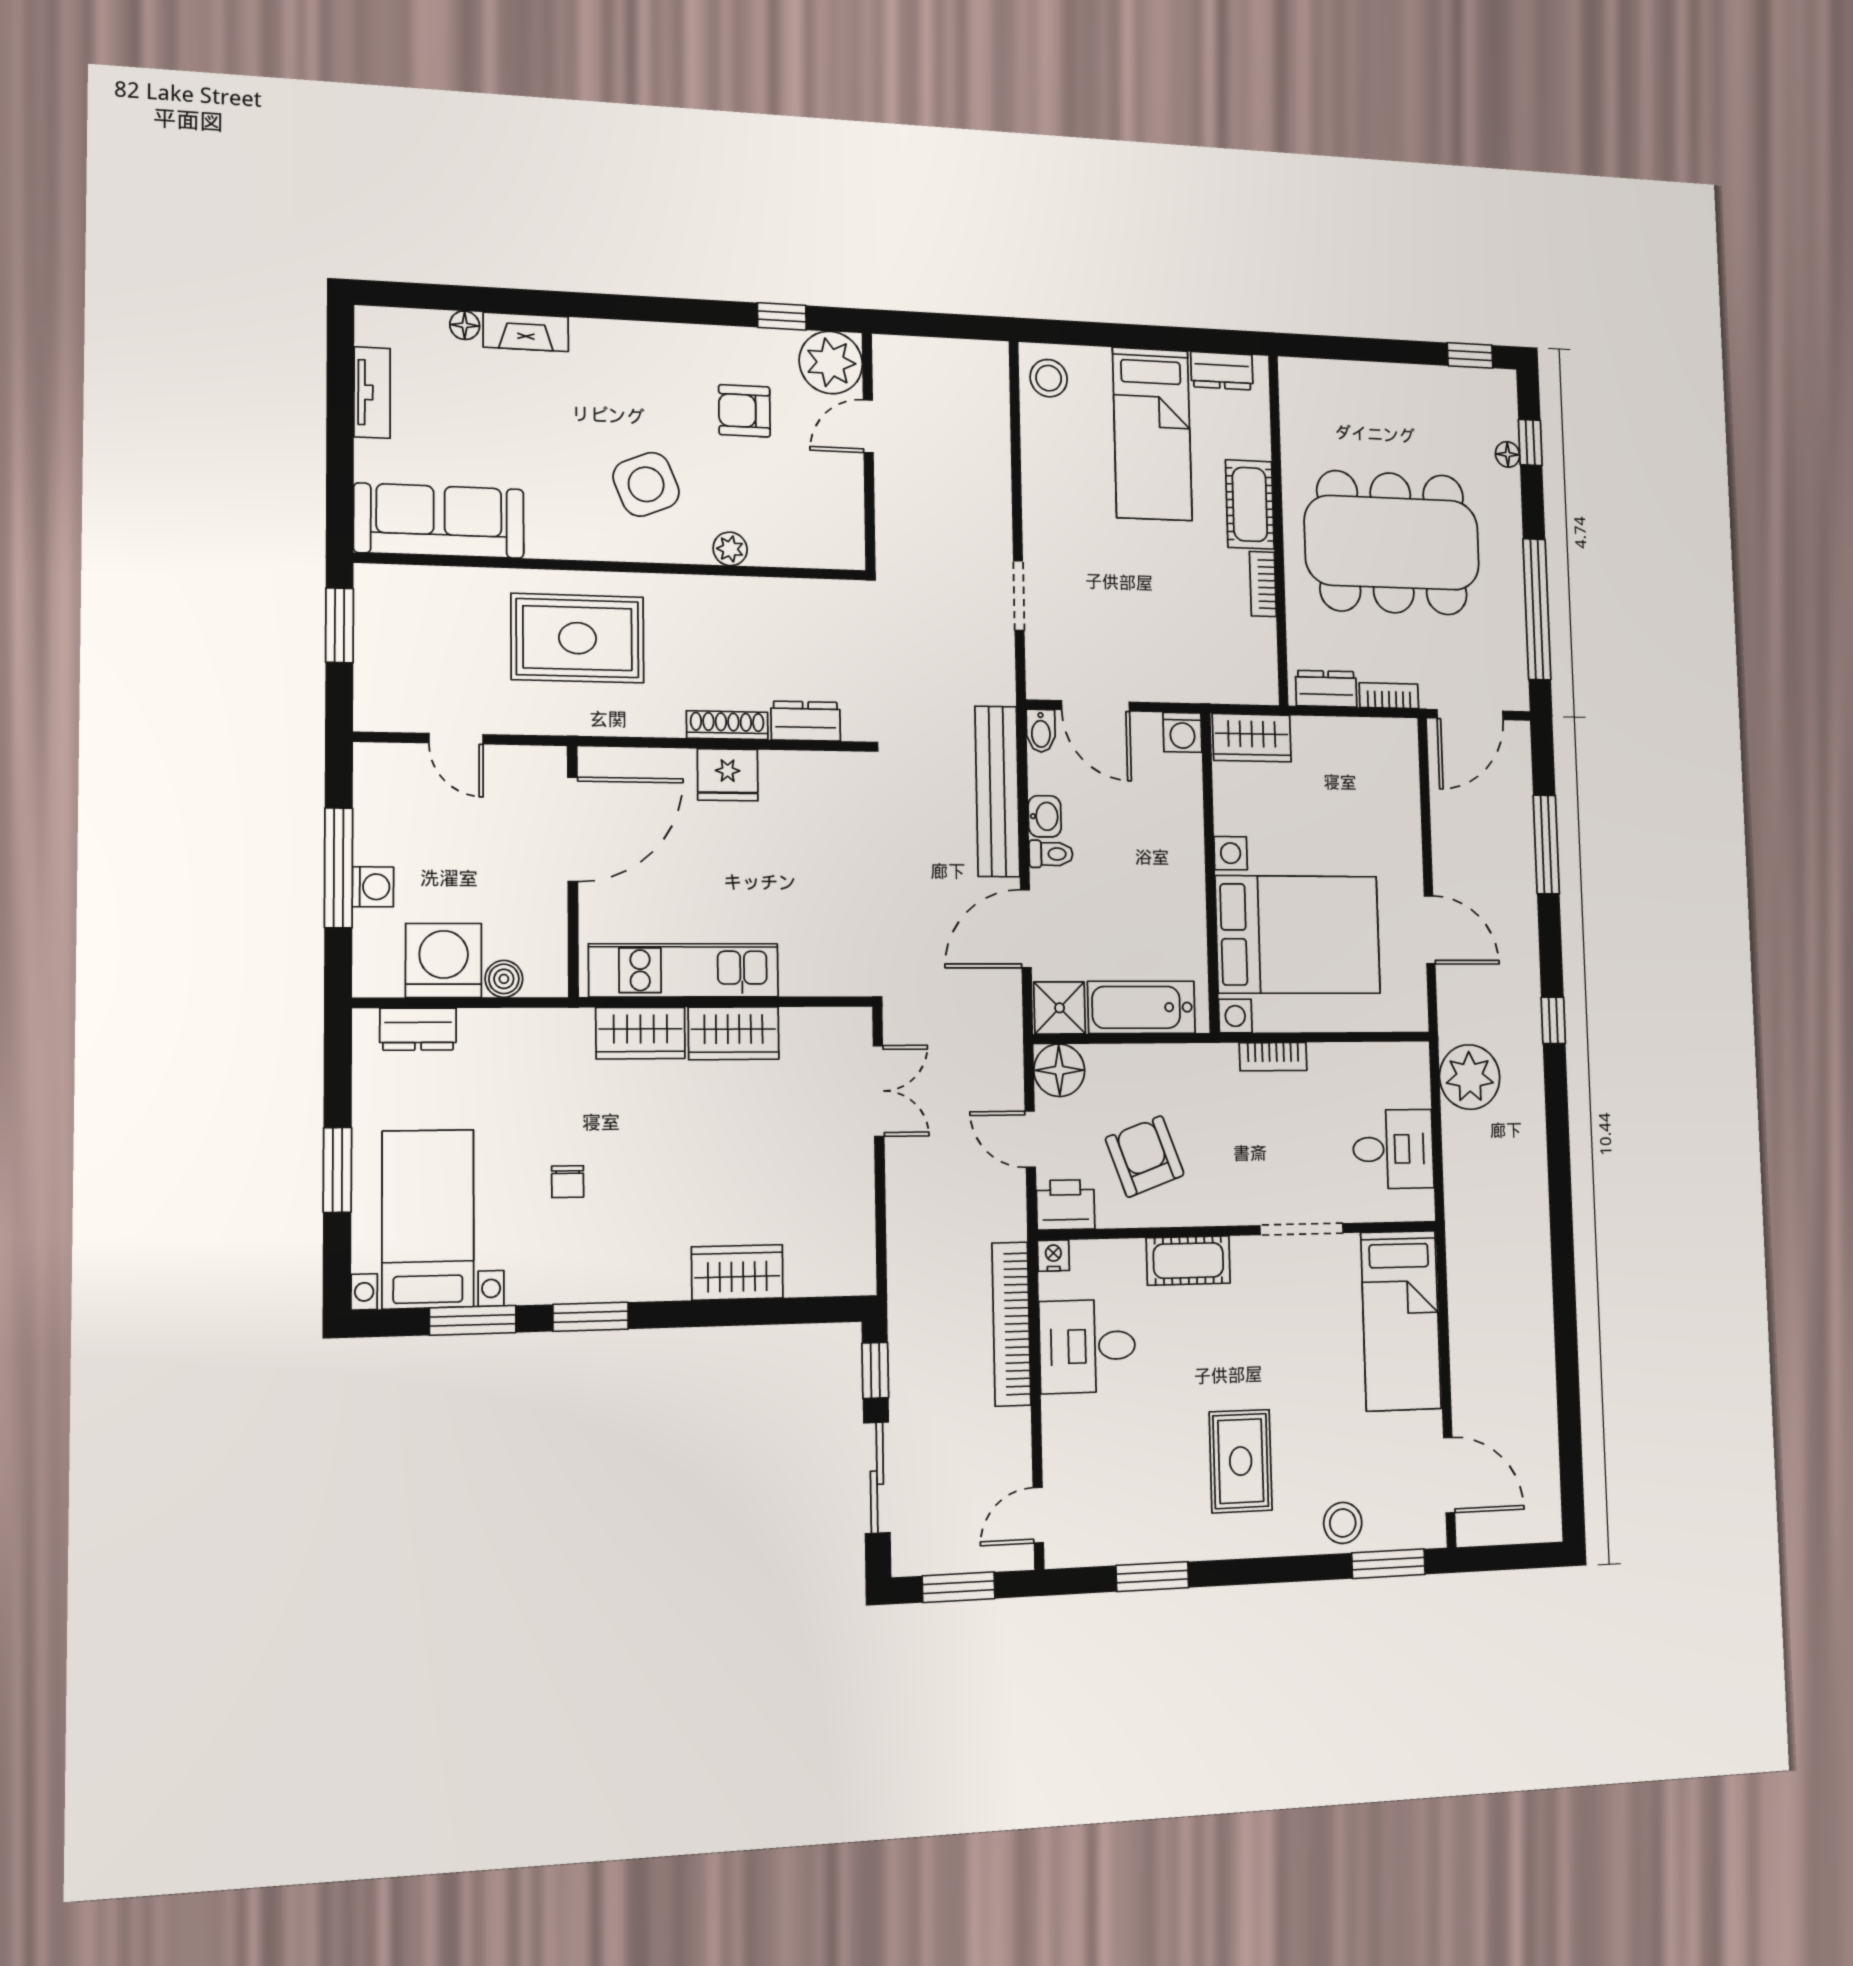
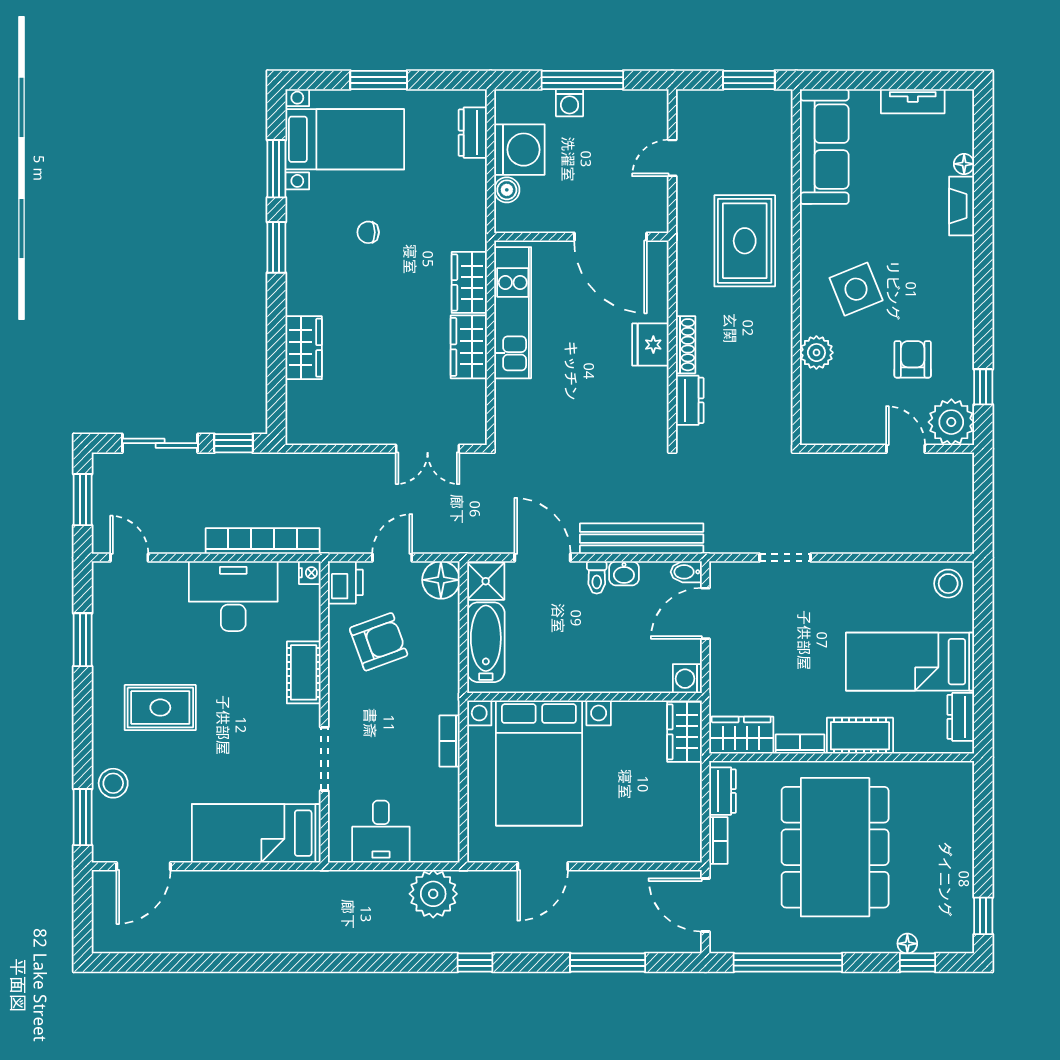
plant: (730, 549) -> (816, 353), width x1.38, depth x1.38
wardrobe: (1254, 662) -> (741, 735), added
desk: (1087, 1346) -> (233, 596), width x1.37

